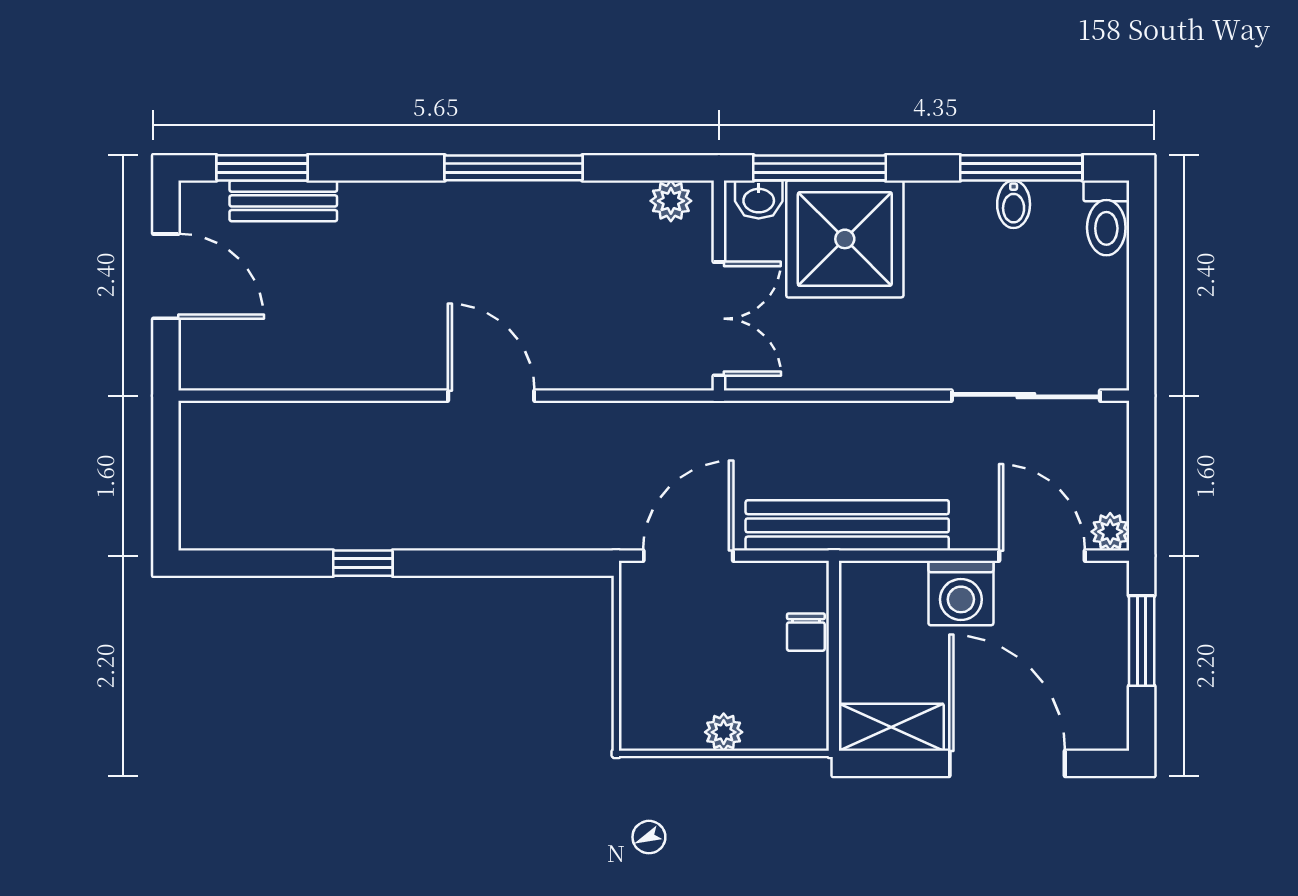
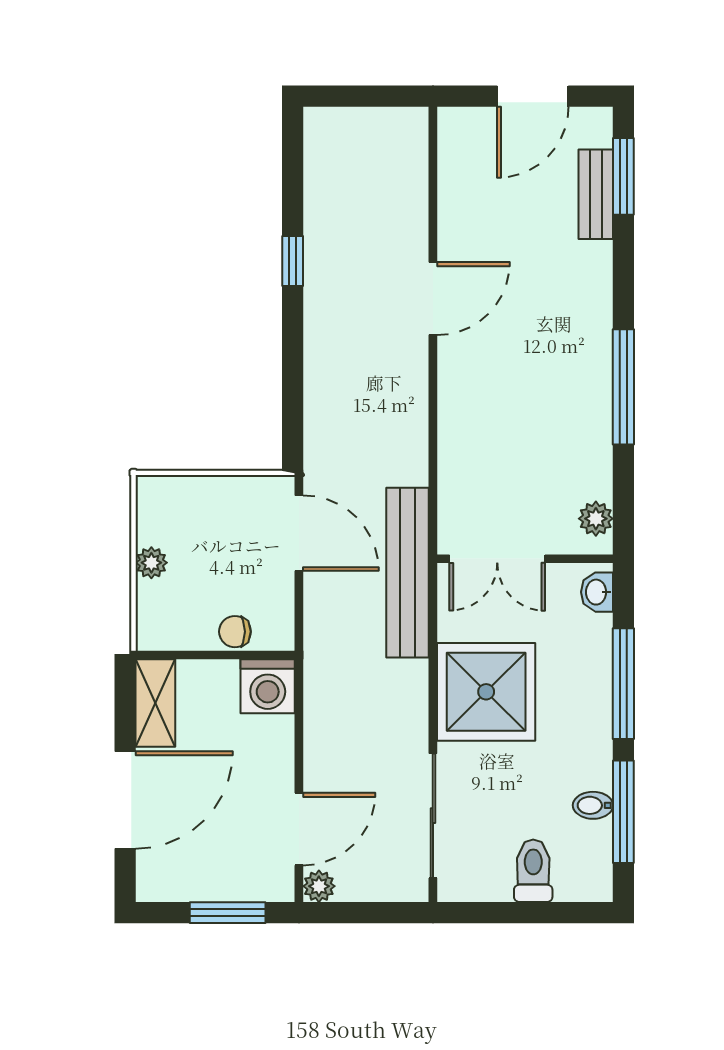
window: (820, 168) -> (623, 684), moved
toilet: (1106, 218) -> (533, 871), moved, turned 90
shower: (845, 239) -> (486, 692), moved
door: (491, 396) -> (433, 299), moved
bench: (847, 525) -> (408, 573), moved
washing machine: (961, 593) -> (268, 686), moved, turned -90

